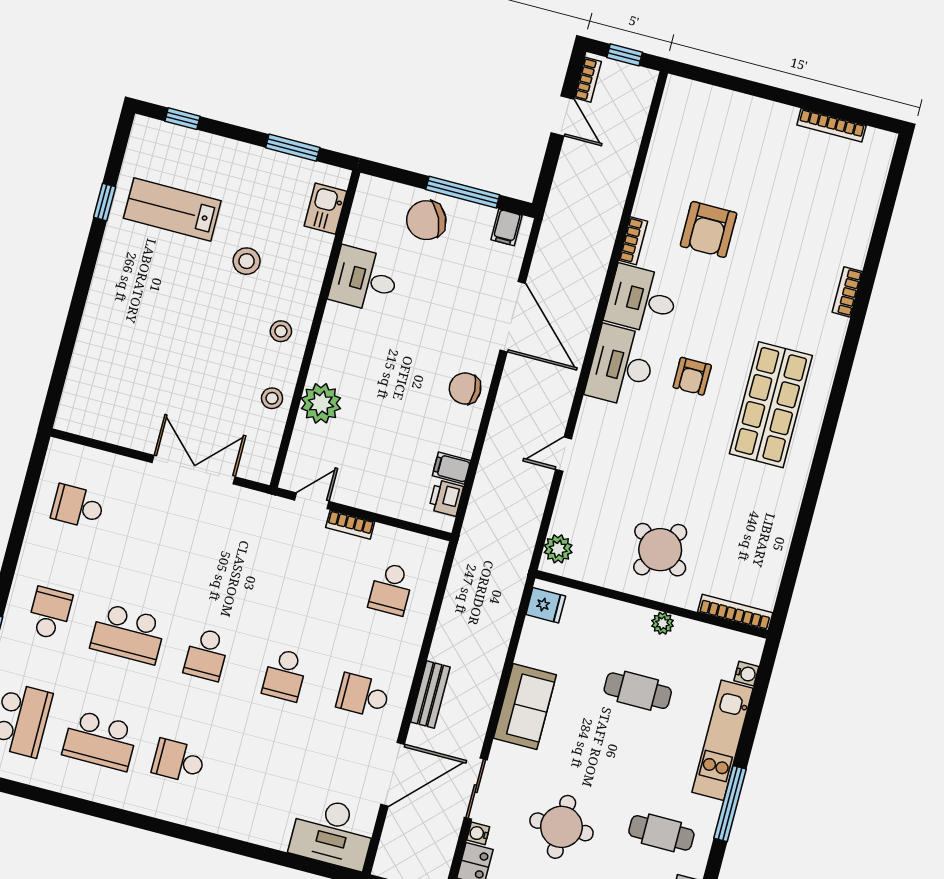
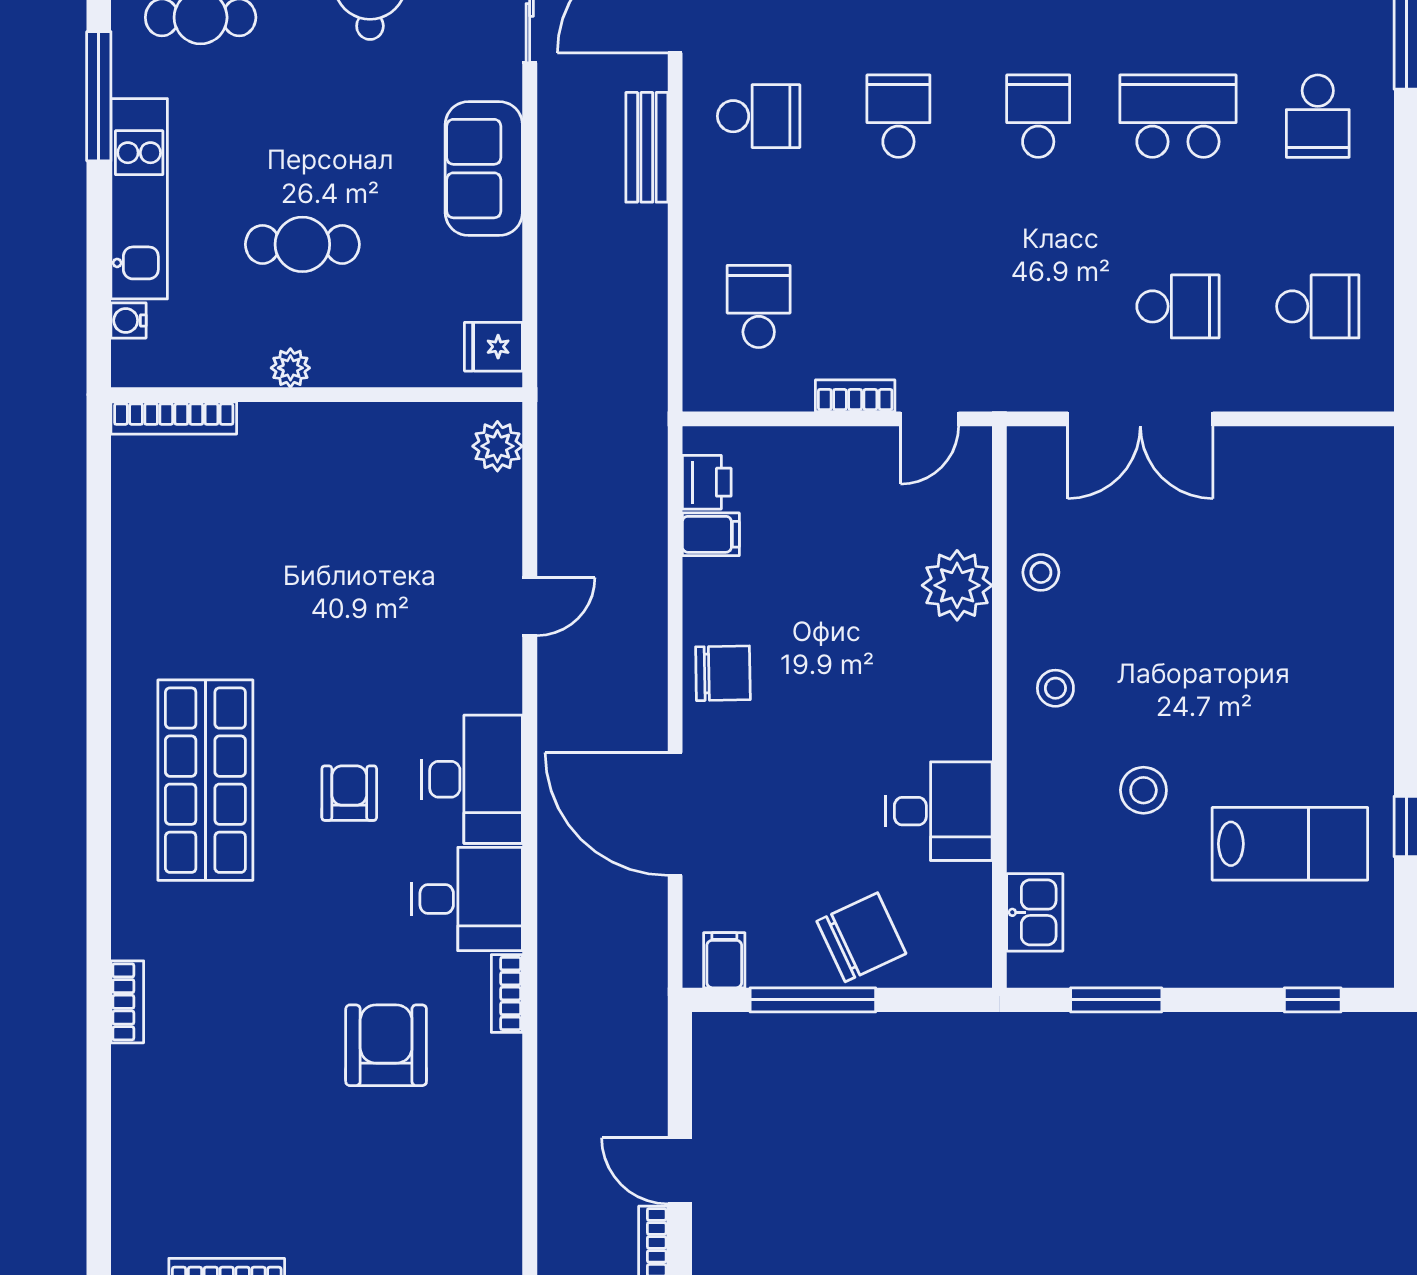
school desk: (156, 527) -> (1178, 306), added
round table: (660, 550) -> (327, 490), removed

